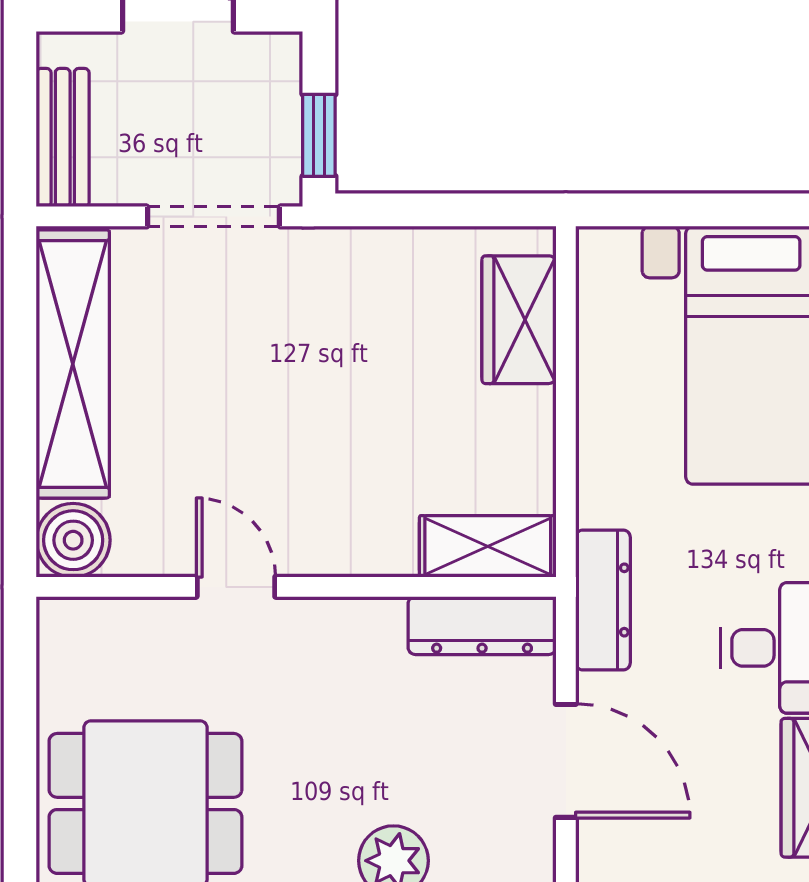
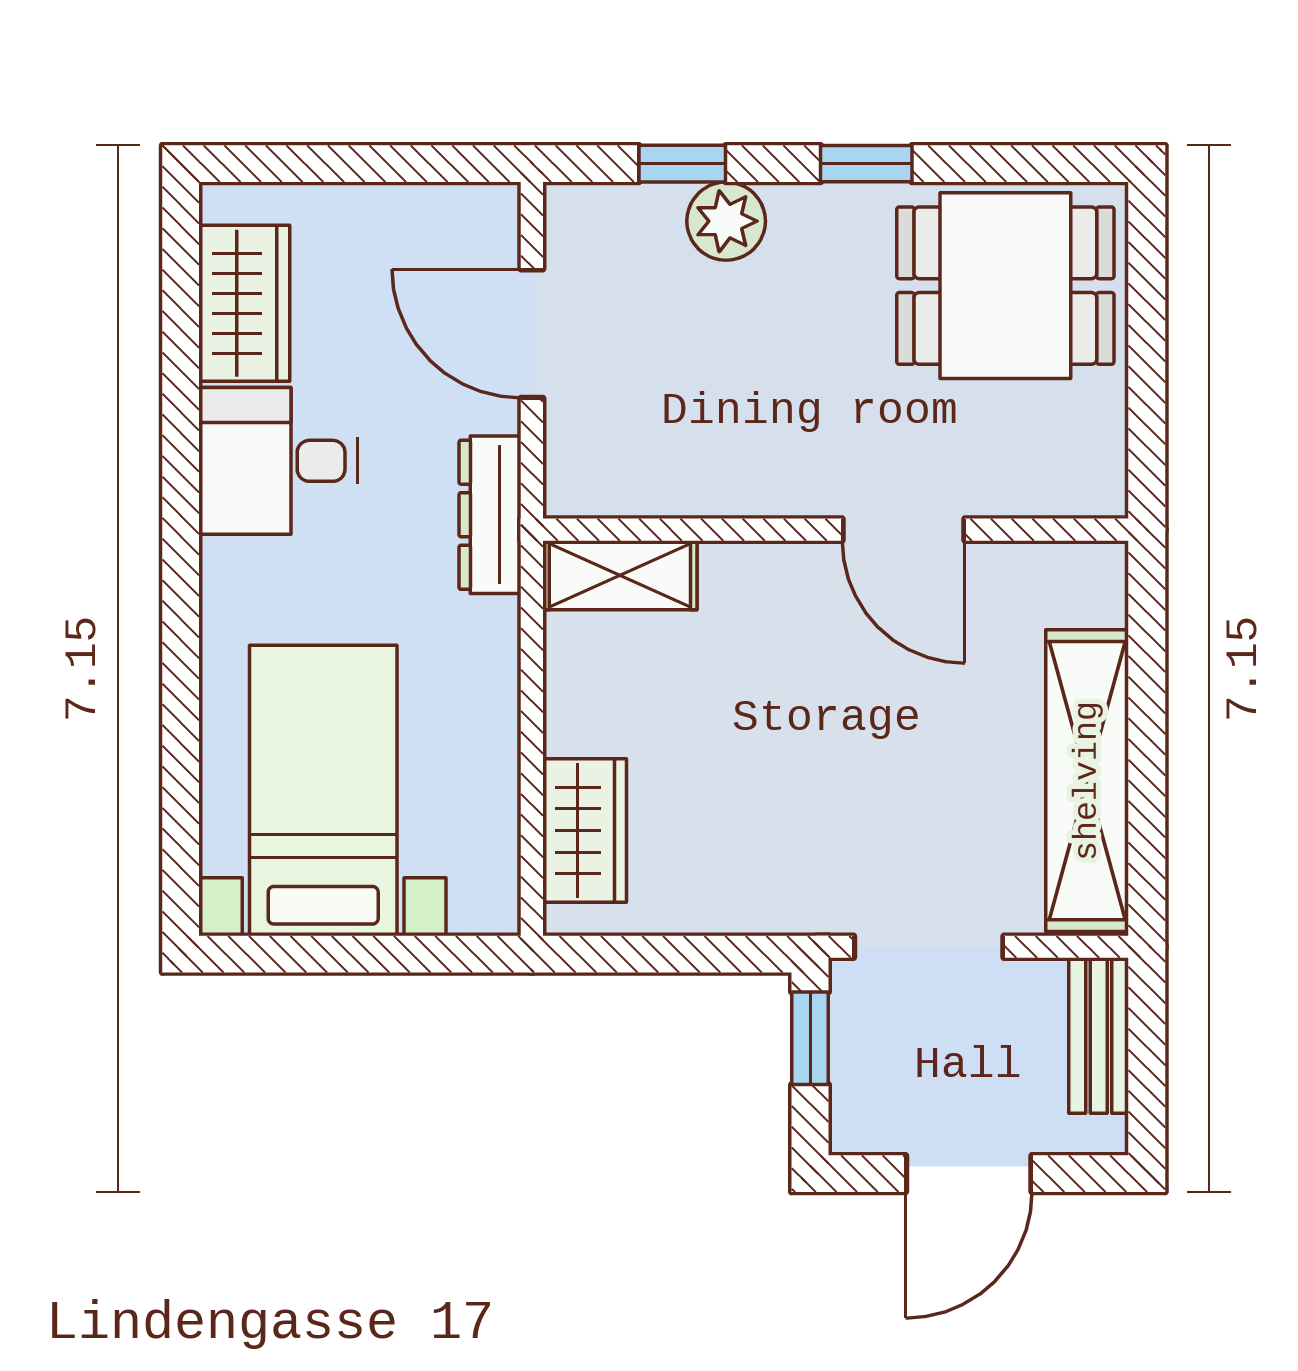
boiler: (73, 540) -> (1087, 582), removed
door: (236, 587) -> (904, 530), width x1.38
dresser: (482, 626) -> (626, 486), removed

